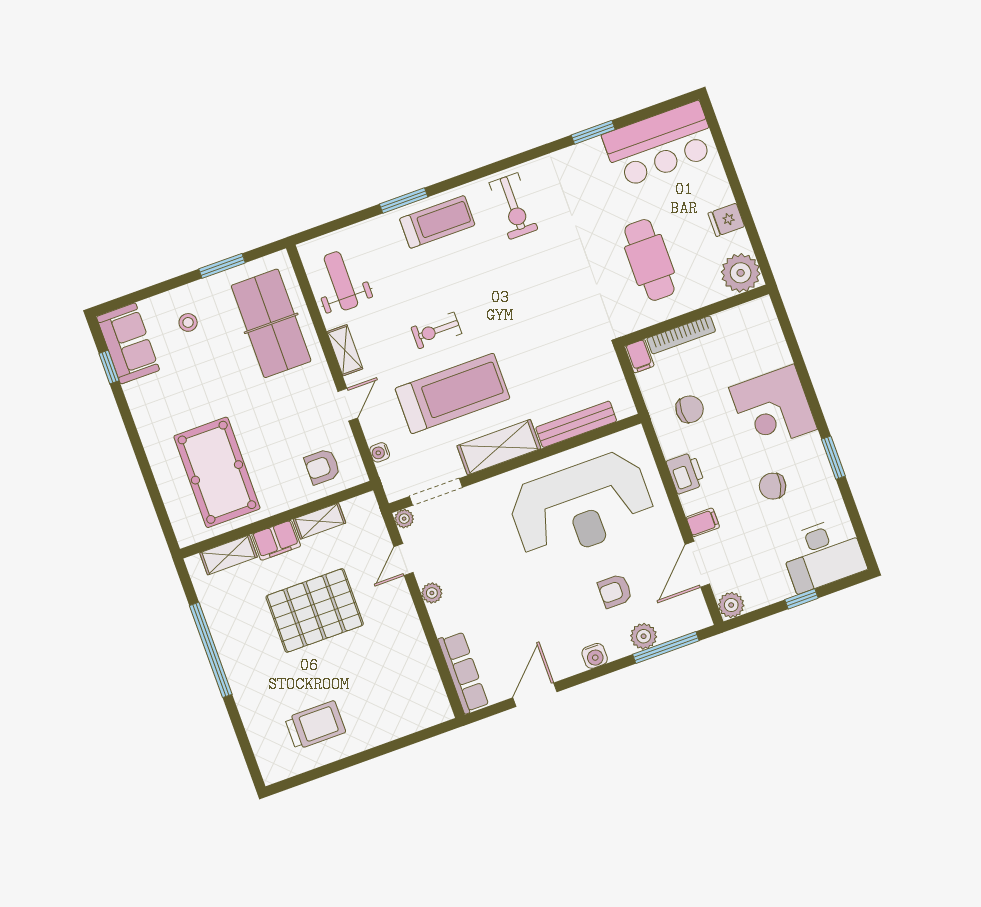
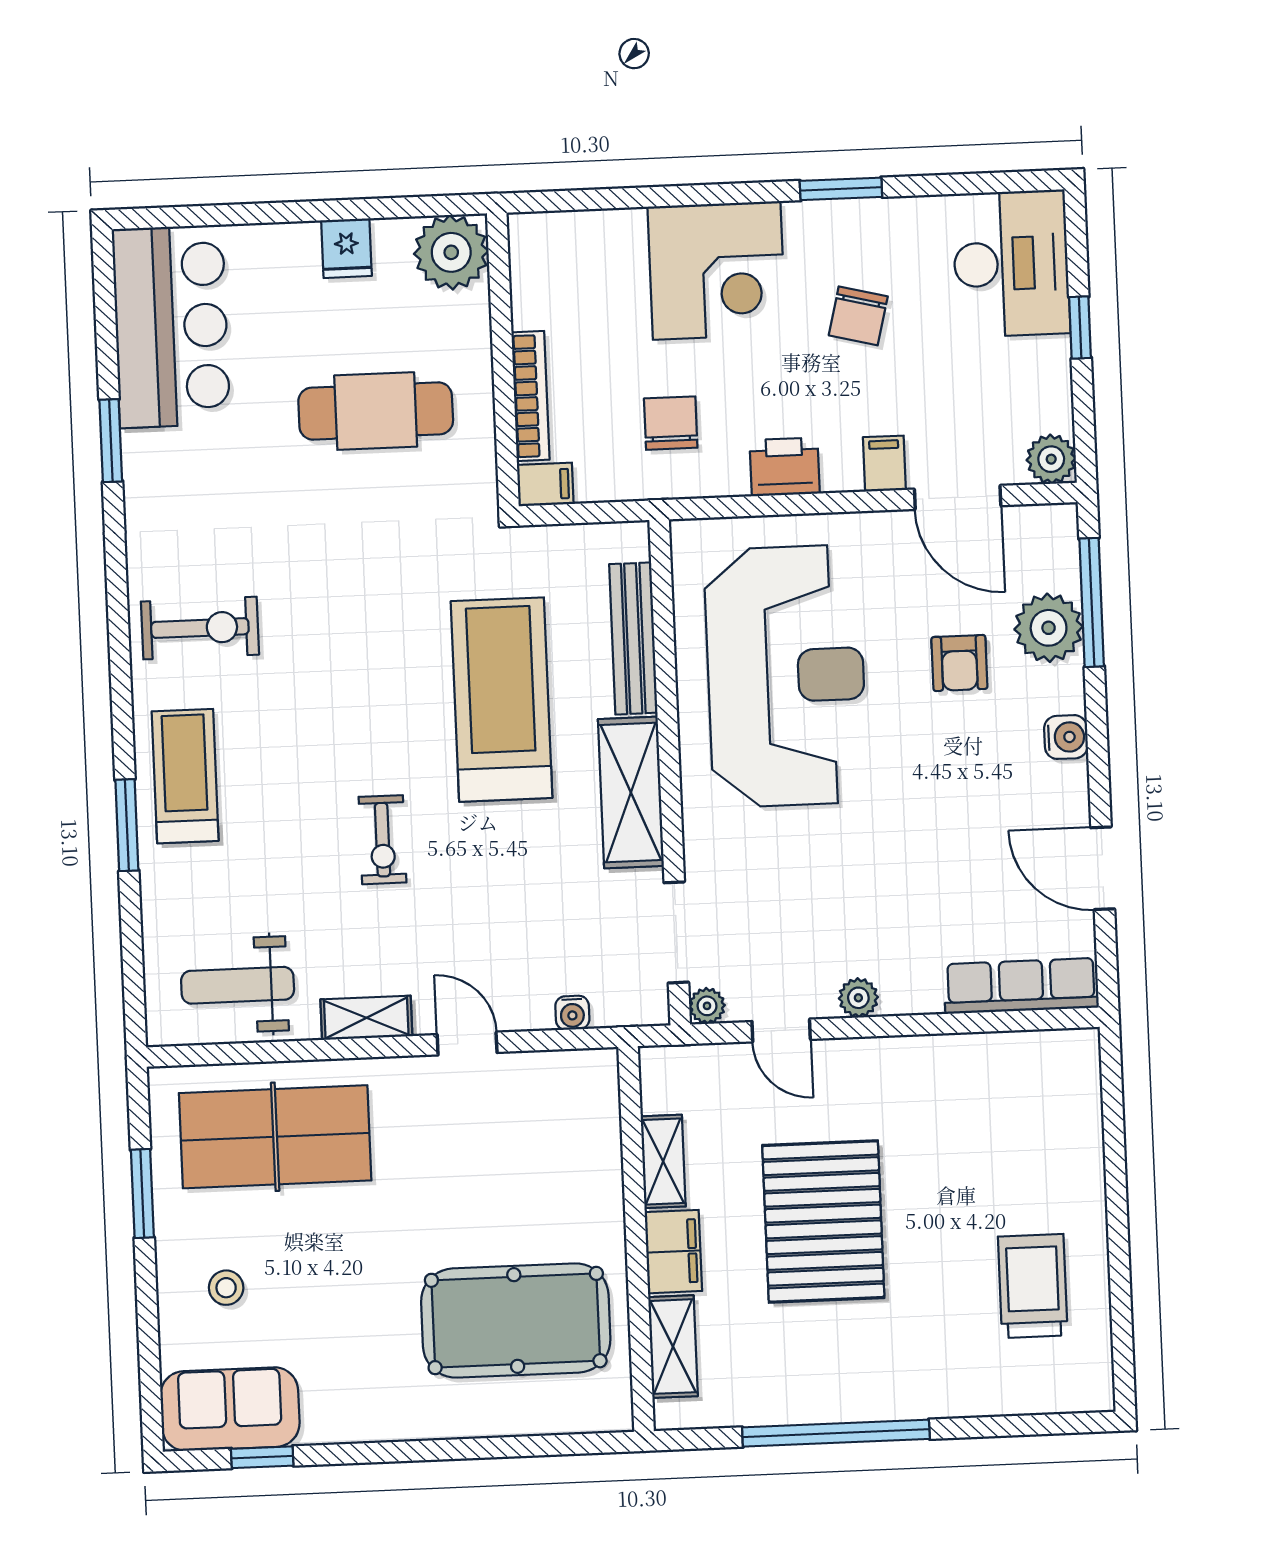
treadmill: (453, 393) -> (502, 700), moved
armchair: (322, 467) -> (565, 1125), removed
plant: (644, 636) -> (1049, 628), width x1.36, depth x1.36

